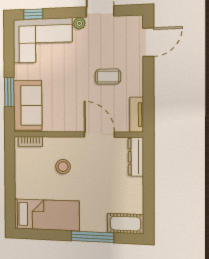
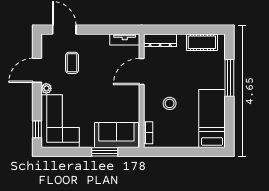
coffee table: (108, 77) -> (72, 63), moved
cot: (125, 223) -> (202, 42), moved, turned 90

